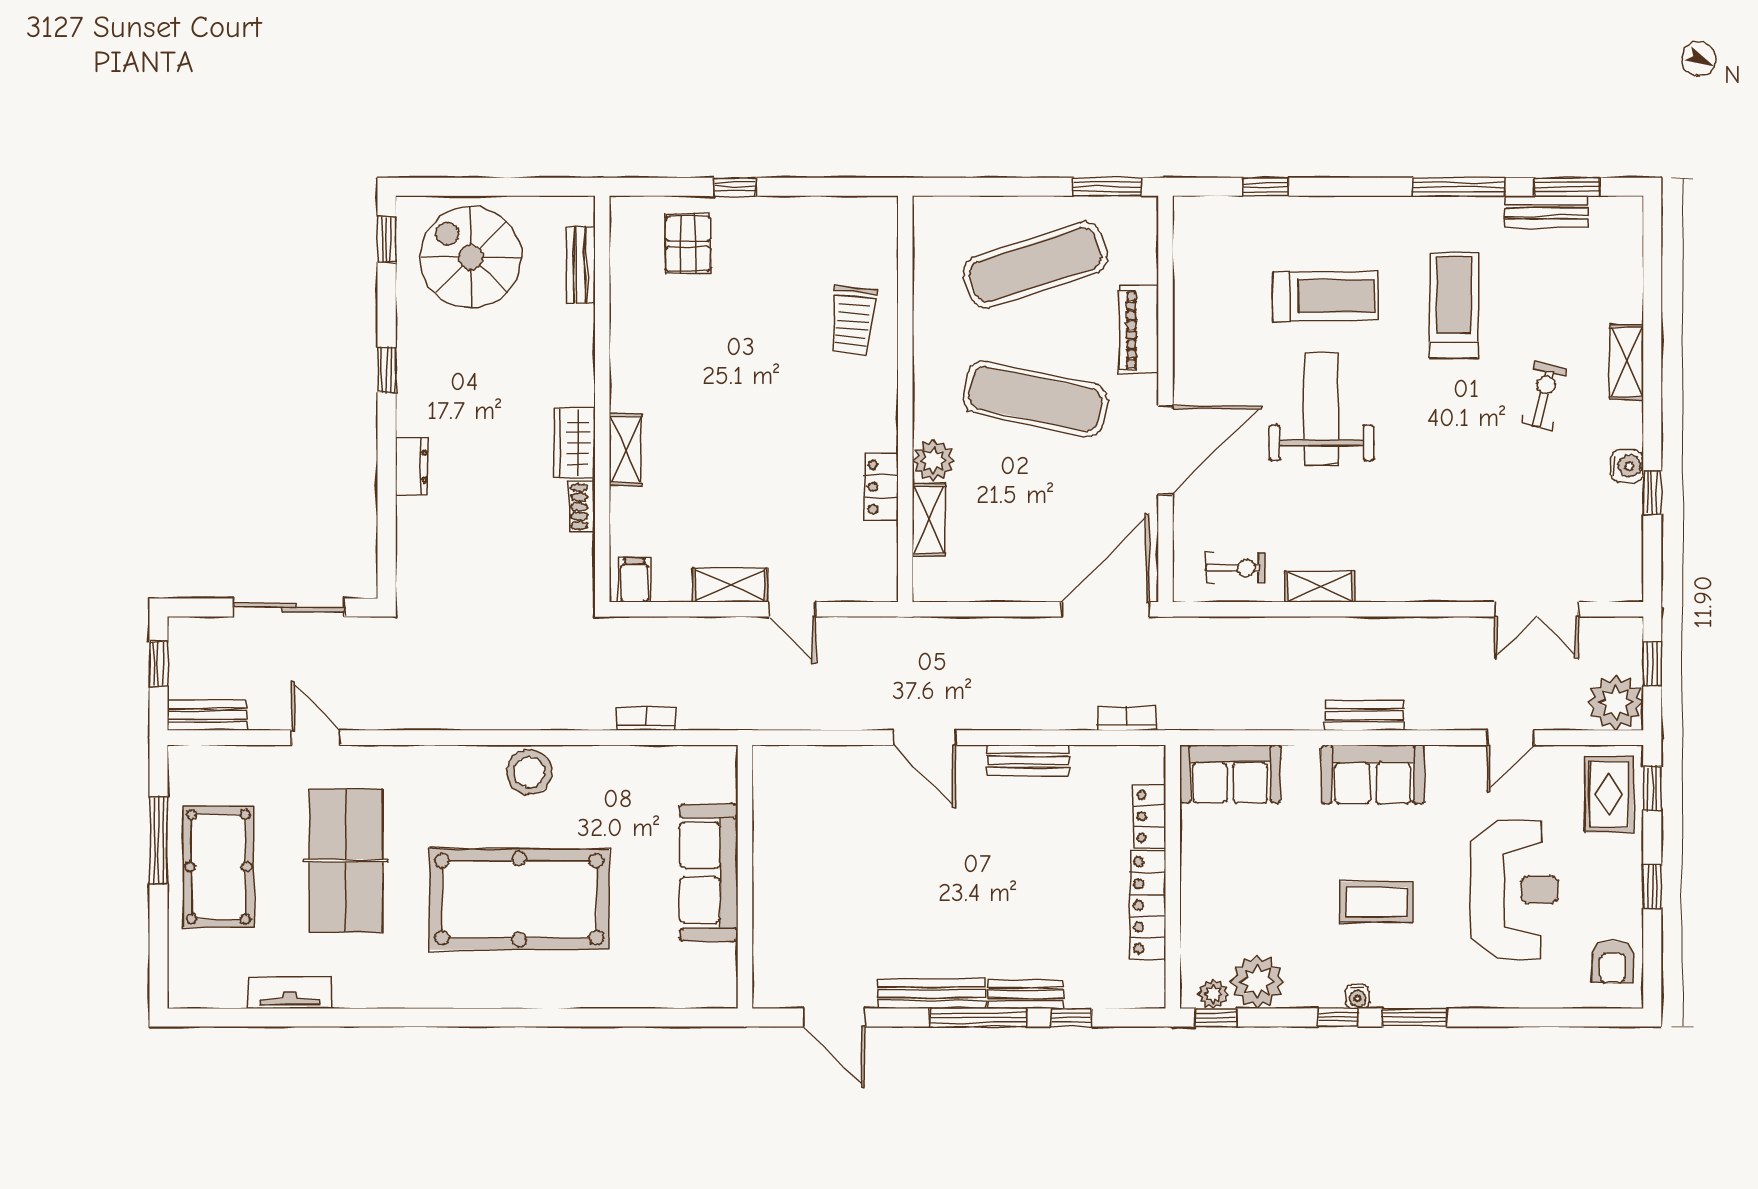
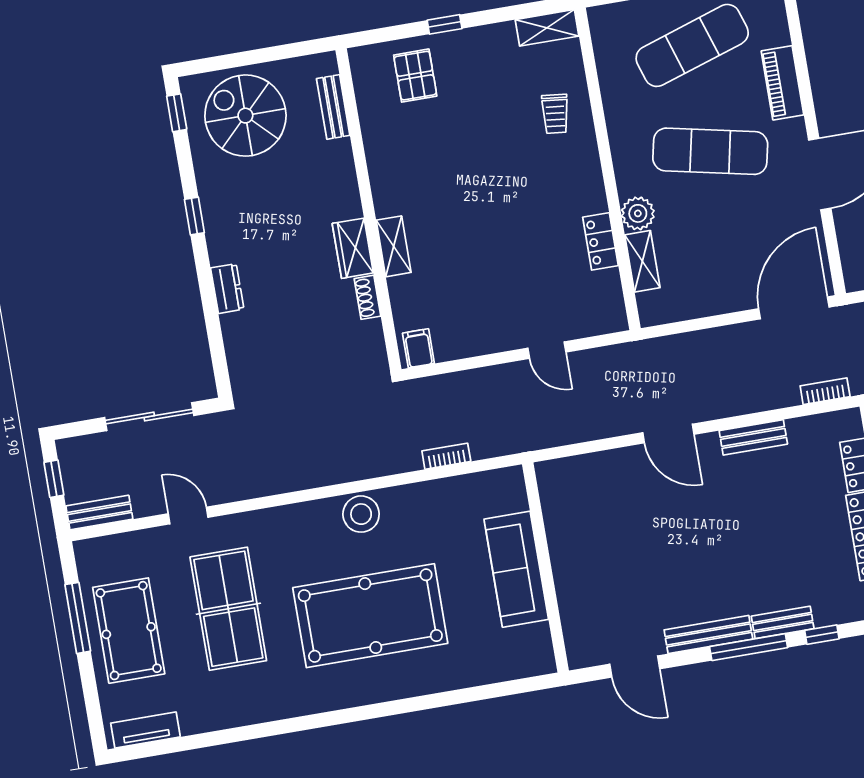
trolley: (853, 320) -> (555, 114), width x0.73, depth x0.72
shelving: (730, 585) -> (547, 28), moved
tv unit: (290, 993) -> (145, 730), moved

